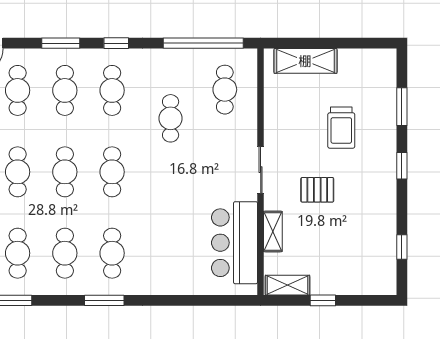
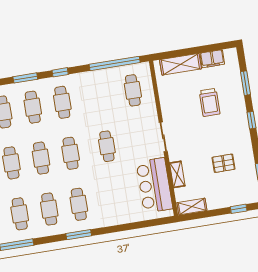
filing cabinet: (356, 60) -> (212, 59), added
cafe table: (171, 118) -> (107, 146), moved
pallet: (317, 190) -> (223, 163), moved
window: (323, 300) -> (239, 209), moved

